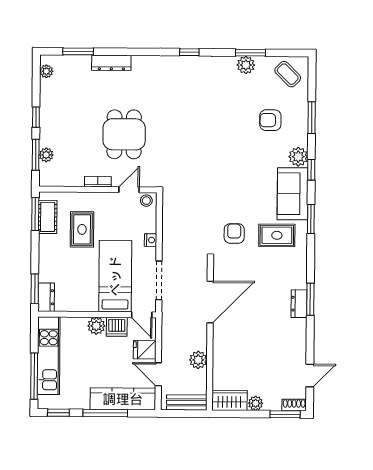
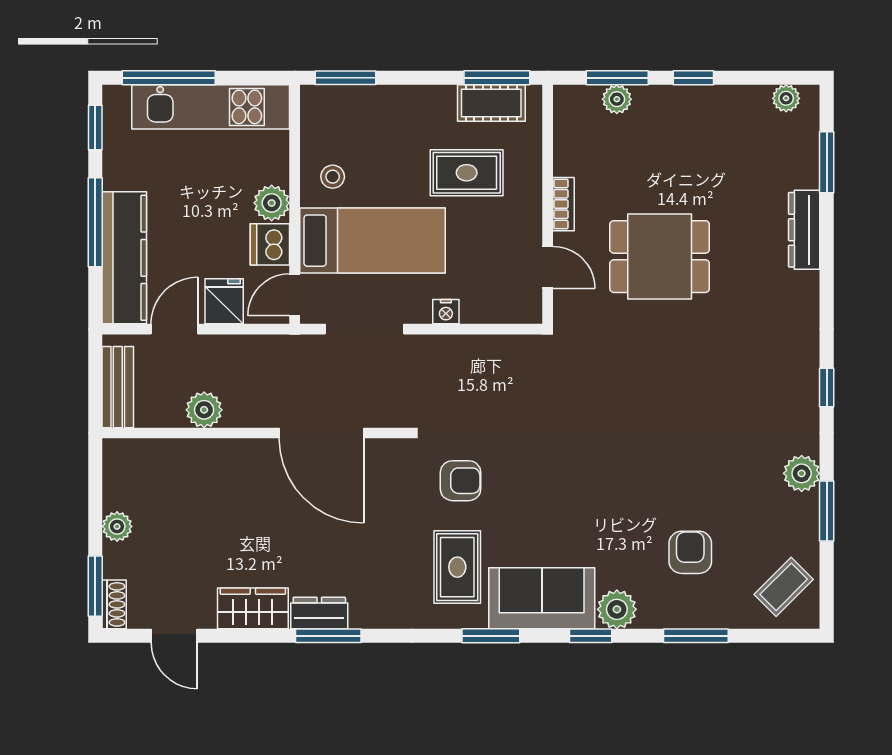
plant: (246, 65) -> (802, 473), moved
stool: (146, 201) -> (333, 177), moved
dresser: (46, 297) -> (329, 101), removed
wardrobe: (229, 400) -> (253, 608), moved, turned -90

